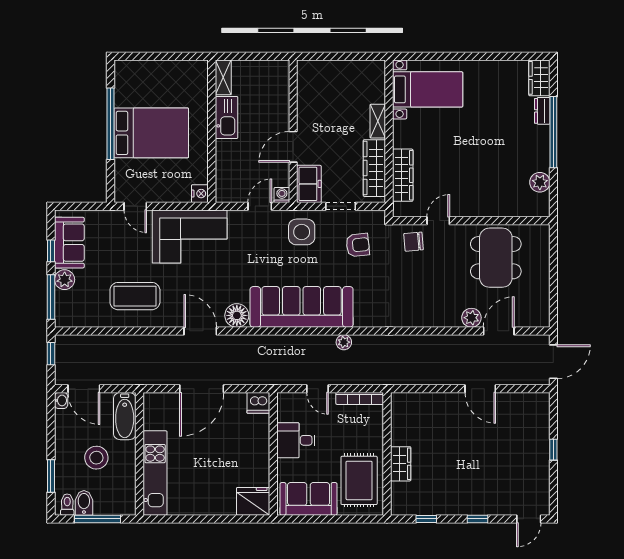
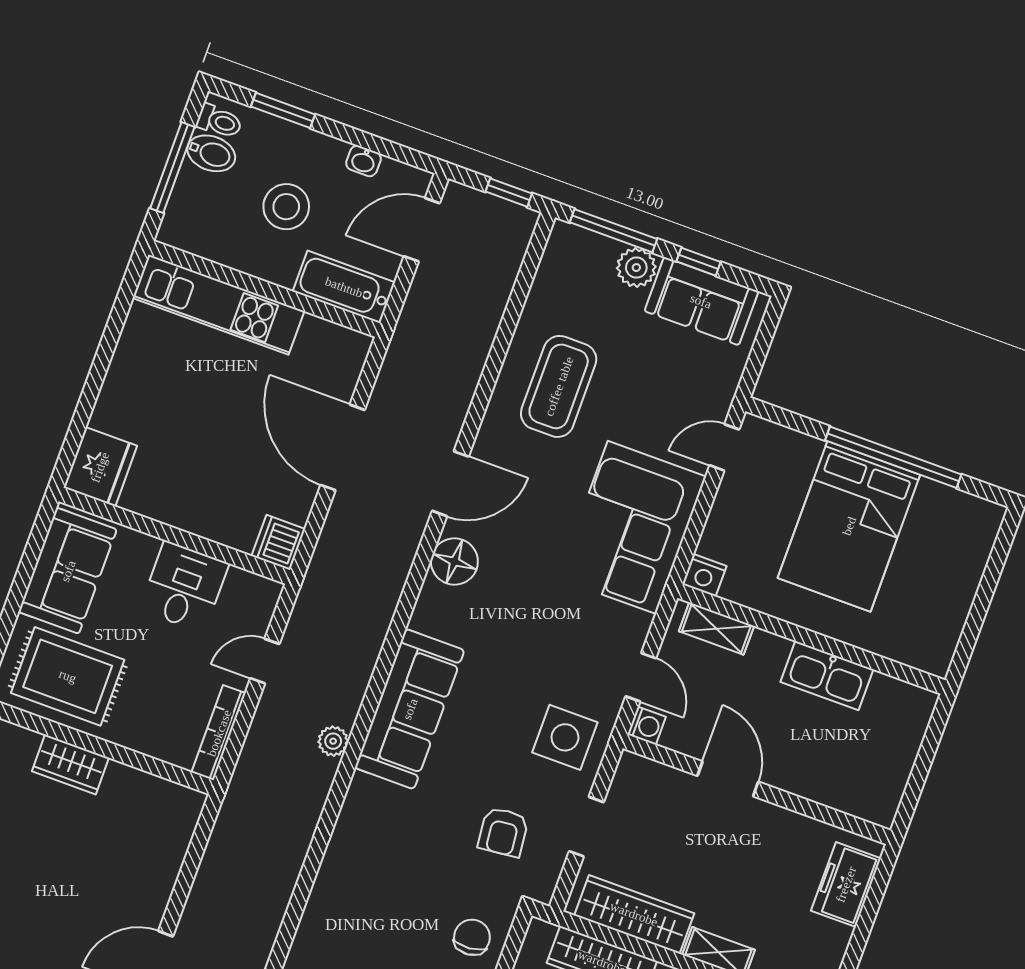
shelving: (223, 77) -> (716, 629), moved
freezer: (309, 184) -> (846, 884), moved, turned 90
sofa: (302, 307) -> (410, 709), width x0.74, depth x0.79
washbasin: (61, 400) -> (363, 161), moved

